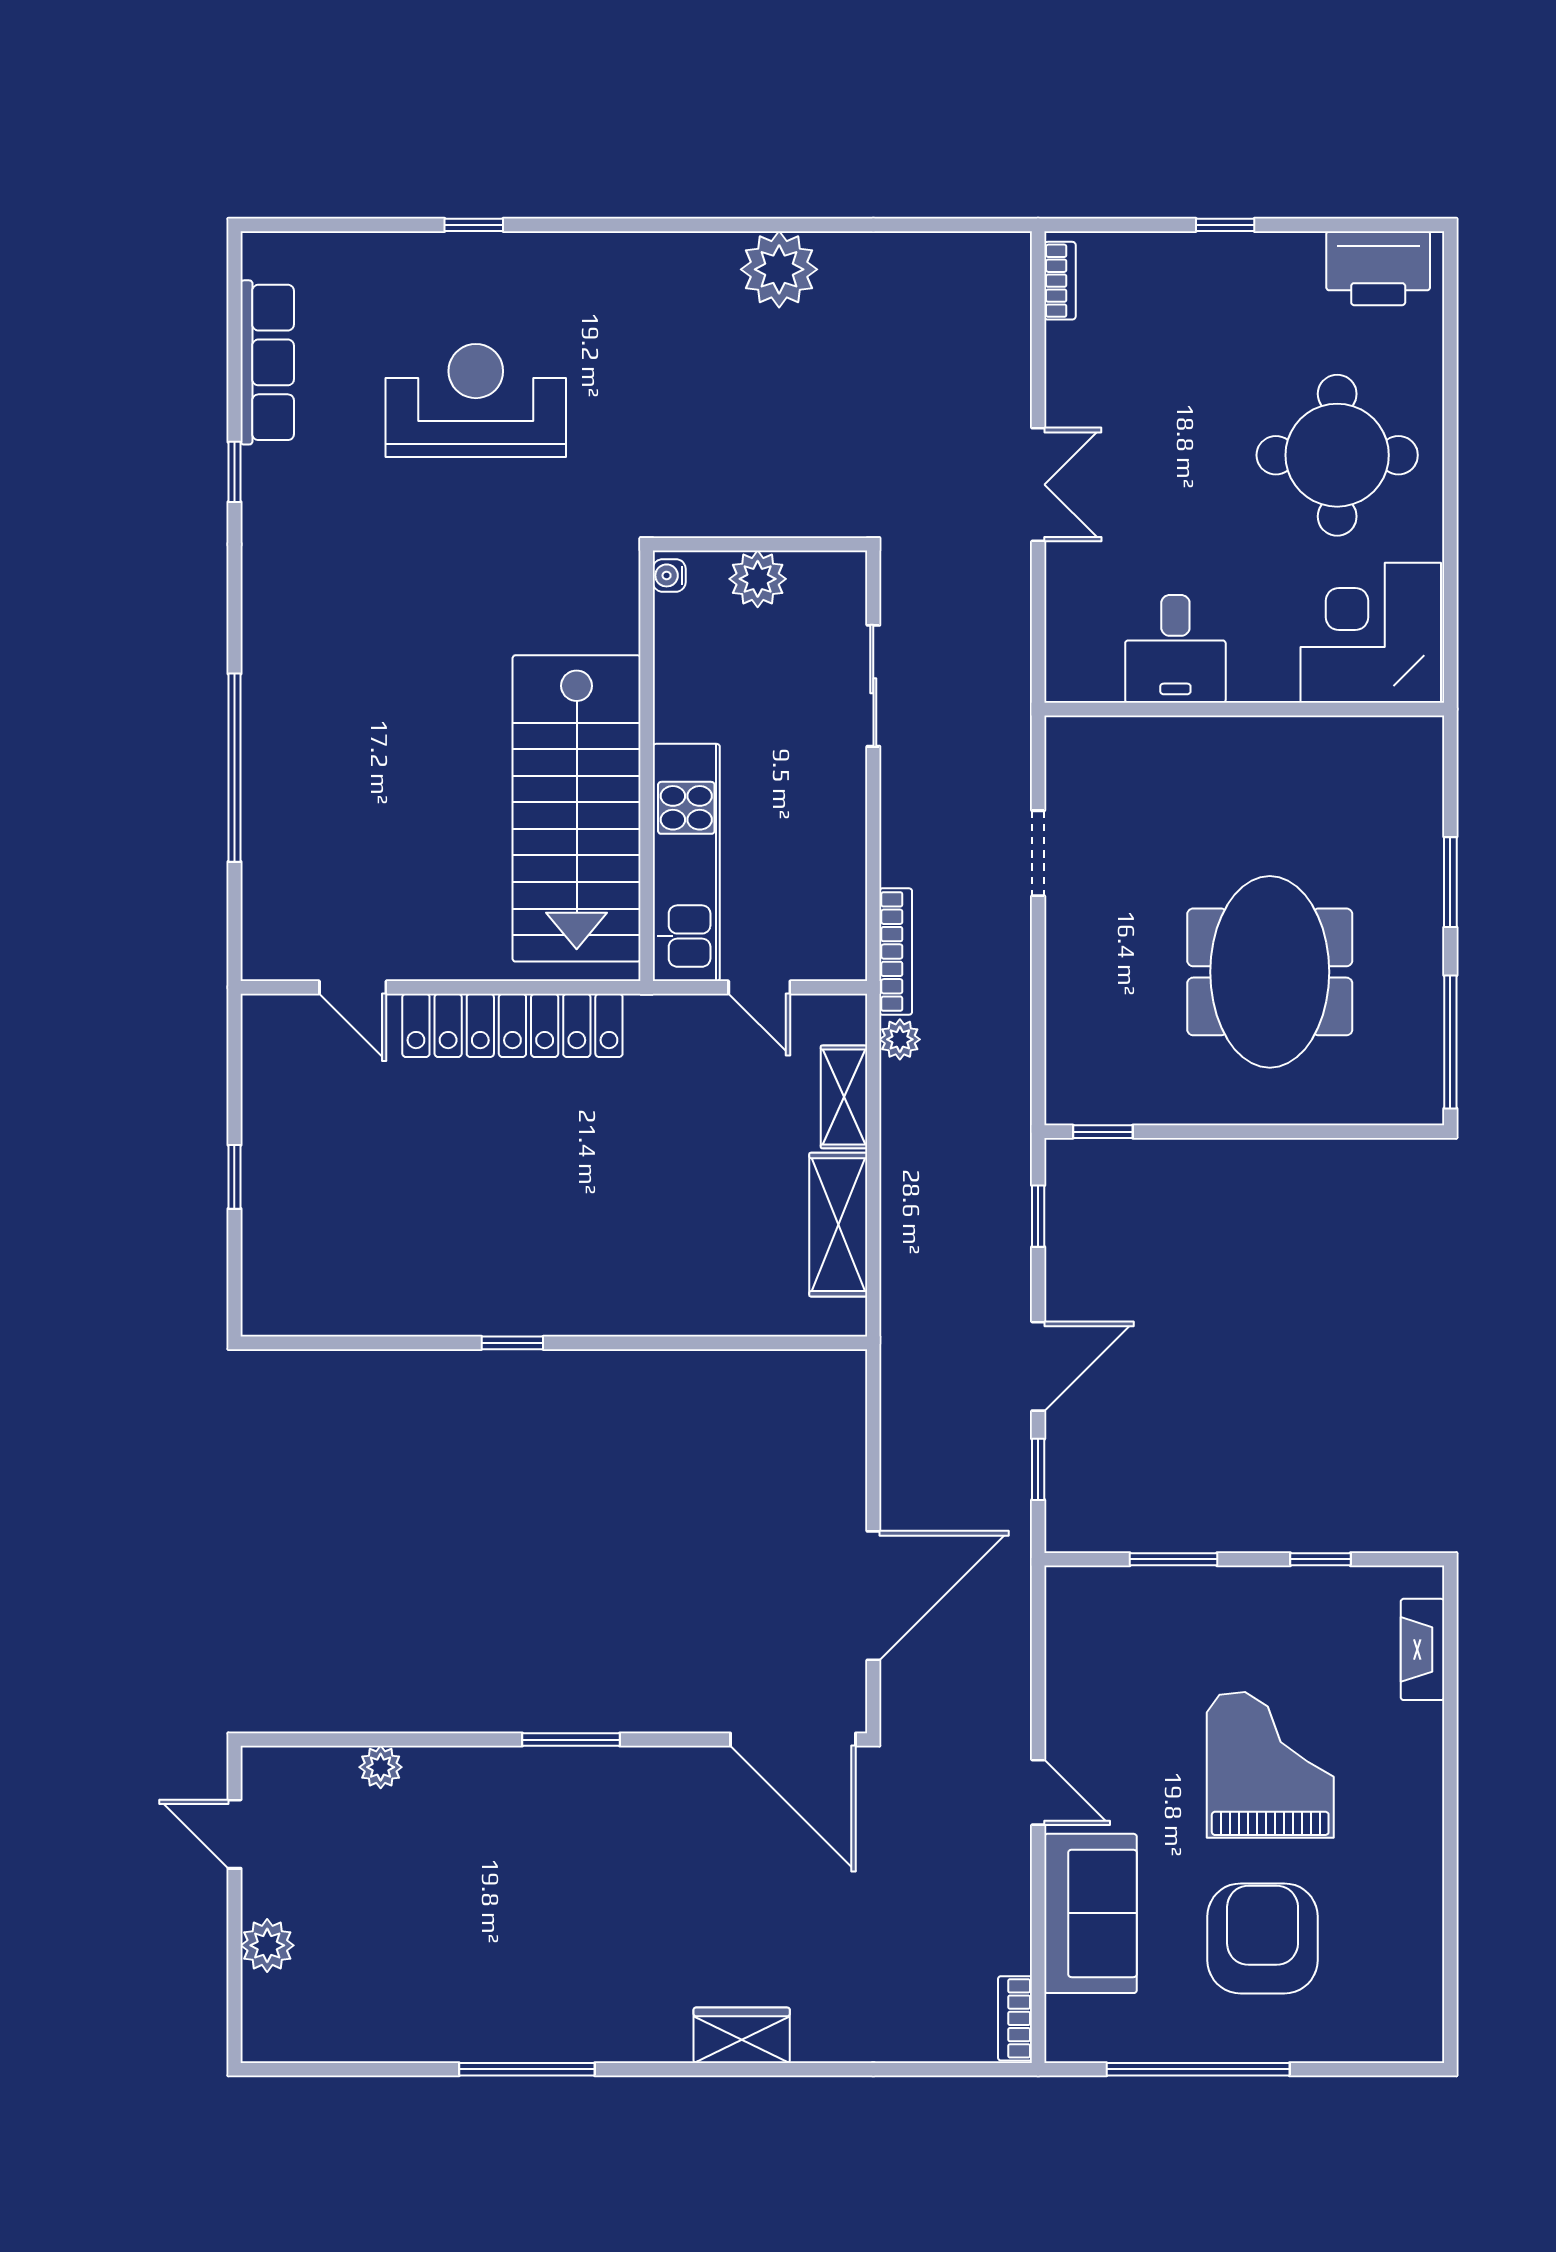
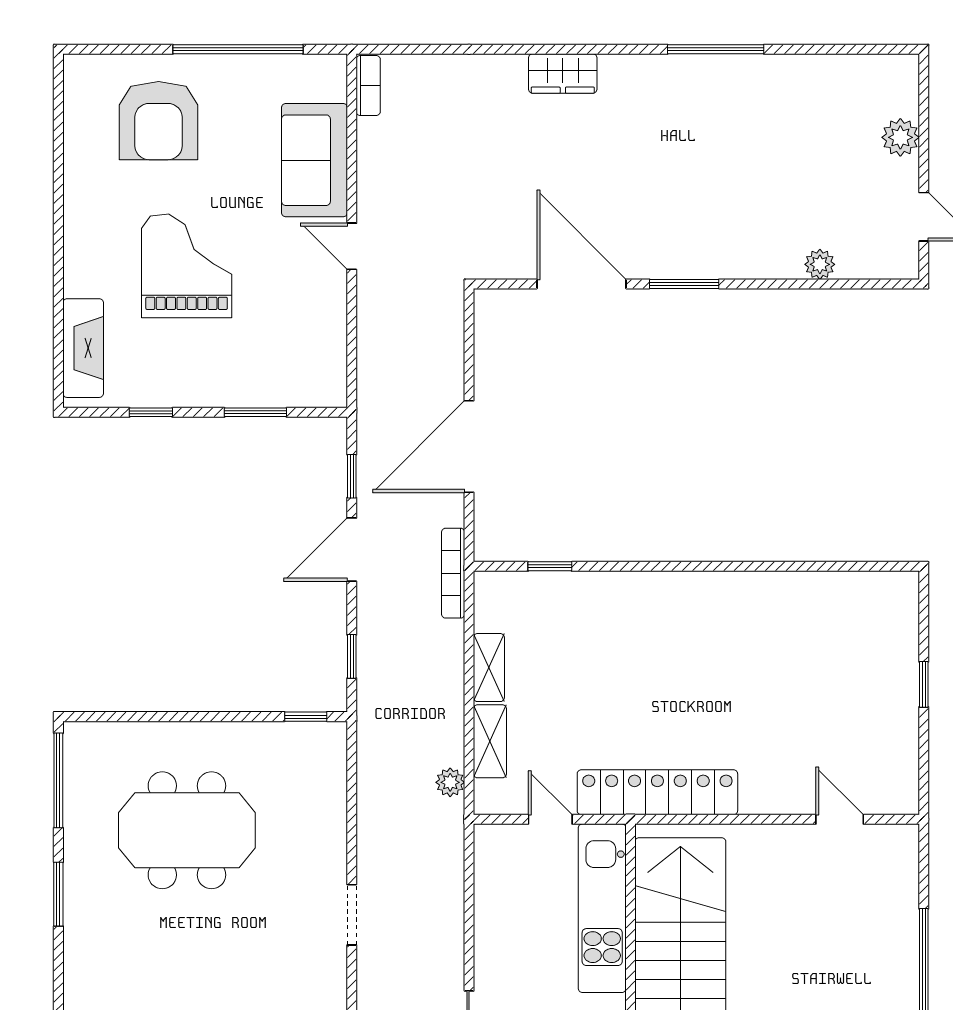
bookcase: (896, 952) -> (453, 573), moved
meeting table: (1270, 972) -> (187, 830), turned 90
locker: (512, 1025) -> (657, 792), moved
shelving: (838, 1225) -> (489, 668), width x0.67, depth x0.75
window: (512, 1343) -> (550, 566), moved
door: (873, 1596) -> (469, 447), moved
fireplace: (1422, 1649) -> (83, 348), width x1.37, depth x1.32
door: (793, 1740) -> (582, 284), moved
grand piano: (1270, 1765) -> (187, 266), turned 180
armchair: (1263, 1938) -> (159, 121), moved

